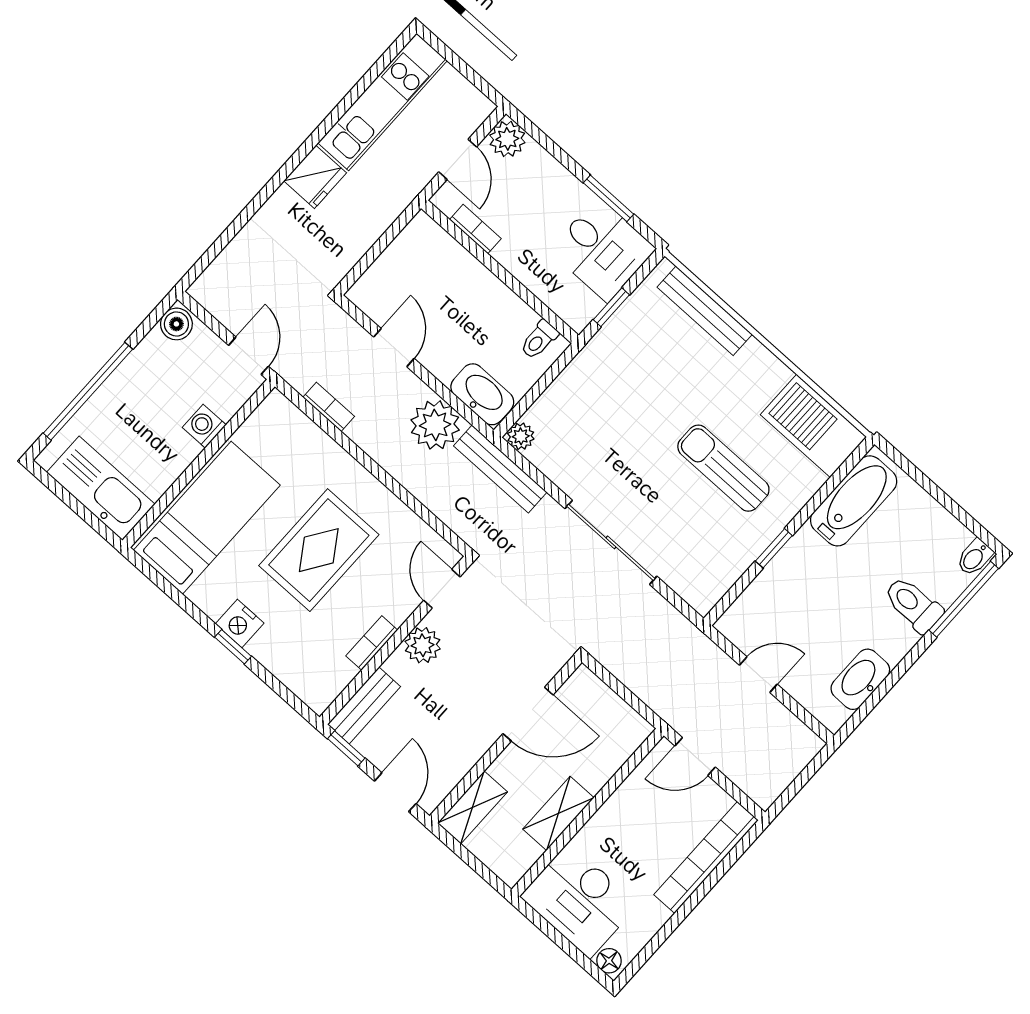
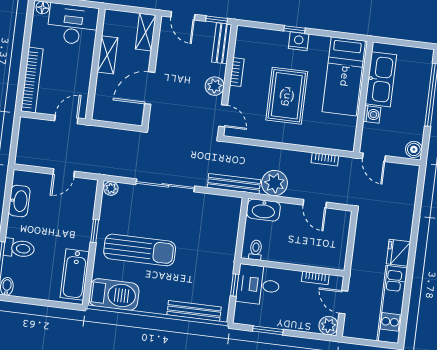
desk: (602, 250) -> (258, 285), moved
plant: (521, 436) -> (111, 188), moved
sun lounger: (723, 468) -> (140, 250), width x1.36, depth x1.34
kitchen sink: (101, 488) -> (381, 79), moved, turned -90

